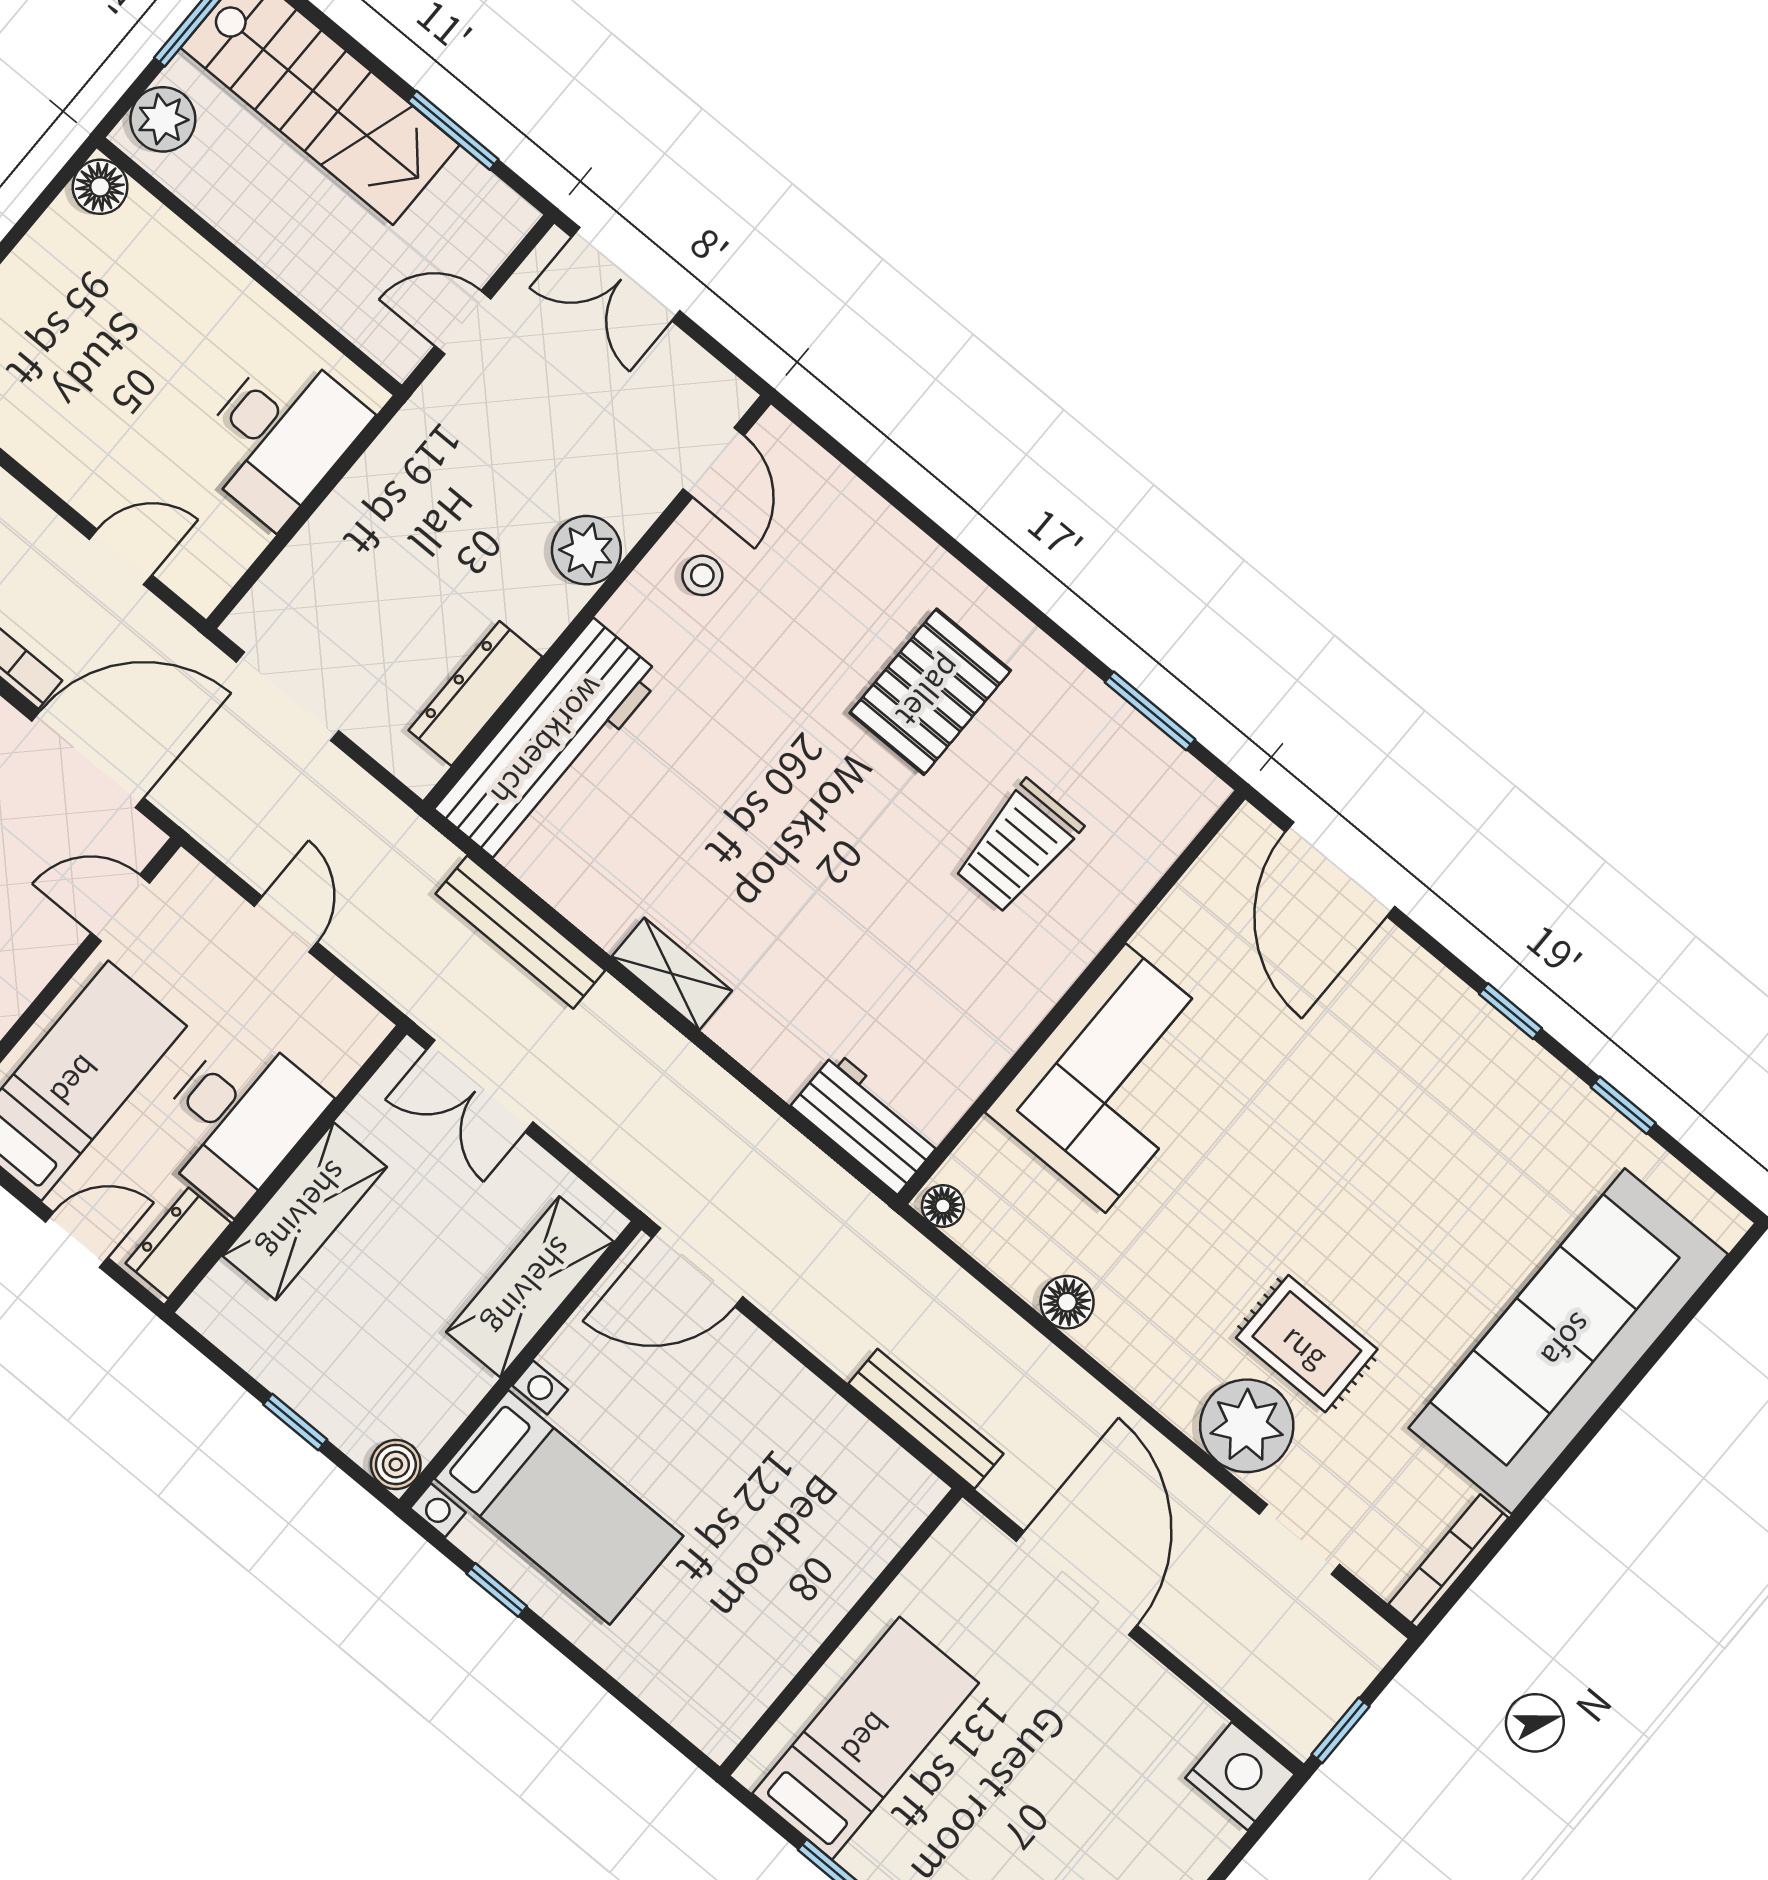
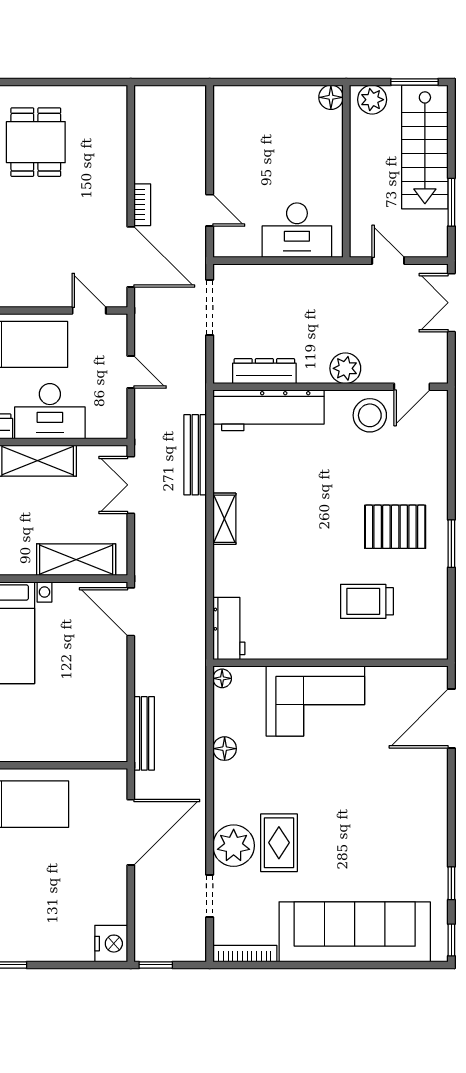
stool: (702, 575) -> (370, 415), width x1.89, depth x1.89
window: (1150, 711) -> (451, 544), moved
door: (286, 924) -> (131, 372), hinge flipped
window: (1510, 1011) -> (451, 940), moved

